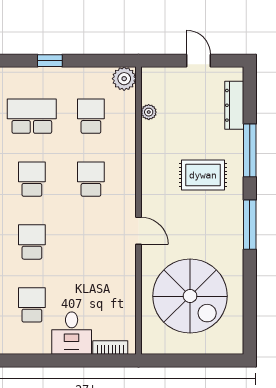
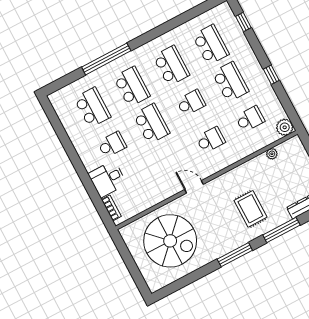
door: (138, 231) -> (194, 187), swing flipped
school desk: (32, 242) -> (151, 124), width x1.85
spiral stairs: (190, 296) -> (170, 241), turned -90

